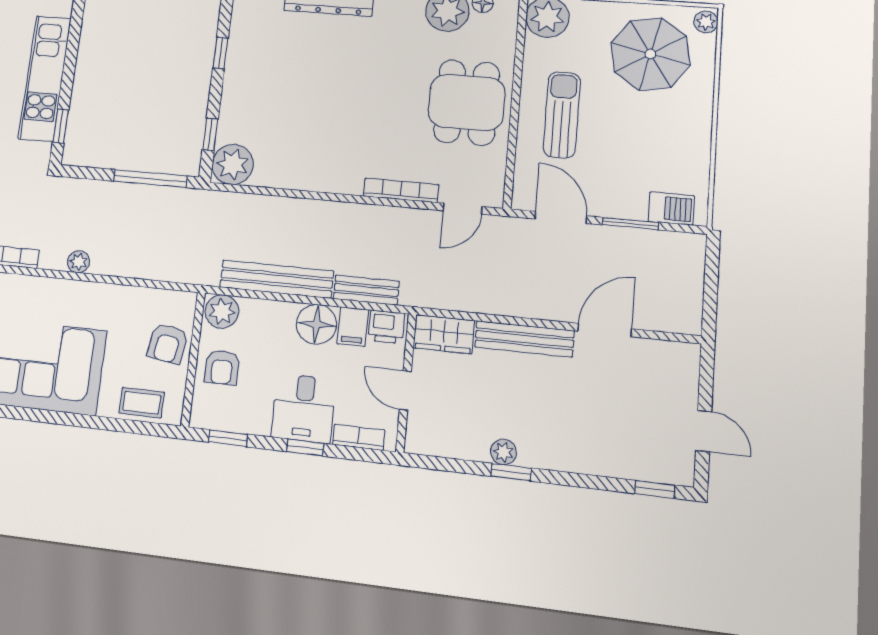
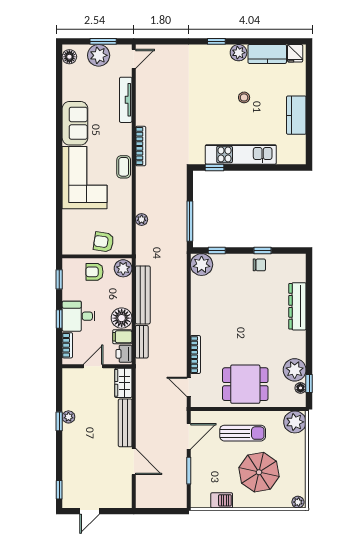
parasol: (650, 54) -> (259, 472), moved
chair: (246, 61) -> (259, 265), added
barbecue: (671, 209) -> (222, 500), moved, turned -90
plant: (78, 262) -> (142, 220), moved
coffee table: (142, 403) -> (124, 167), moved

